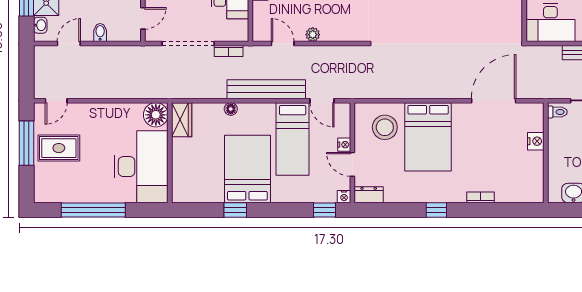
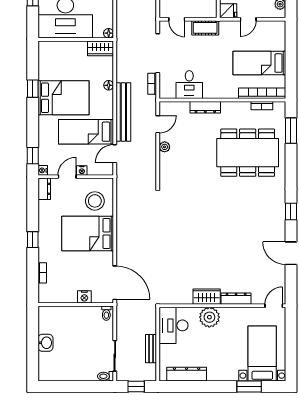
toilet: (557, 112) -> (106, 313), moved
floor lamp: (156, 115) -> (109, 33), width x0.53, depth x0.53
nightstand: (536, 141) -> (84, 297), moved
wall: (546, 153) -> (76, 304), moved

